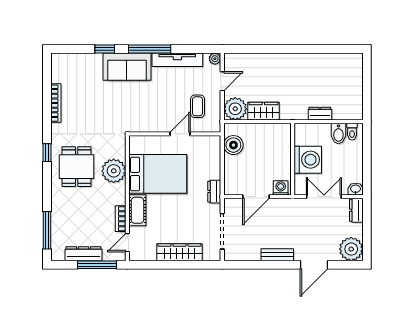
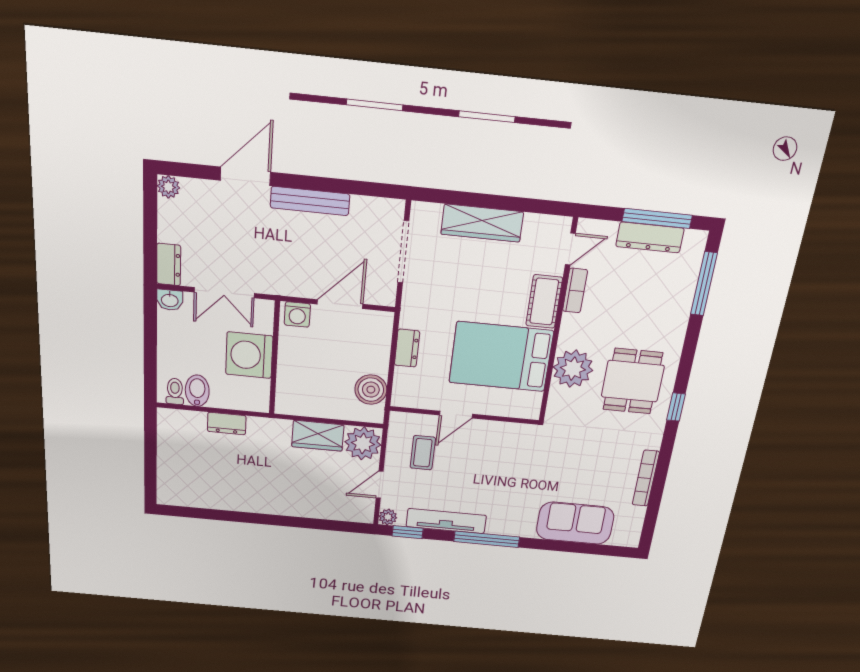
window: (105, 49) -> (408, 532), moved
sofa: (127, 67) -> (575, 523), moved
dresser: (214, 192) -> (407, 348), moved
plant: (351, 249) -> (168, 187), width x0.53, depth x0.53
bench: (277, 255) -> (310, 201), width x1.36
window: (97, 265) -> (657, 218), moved

